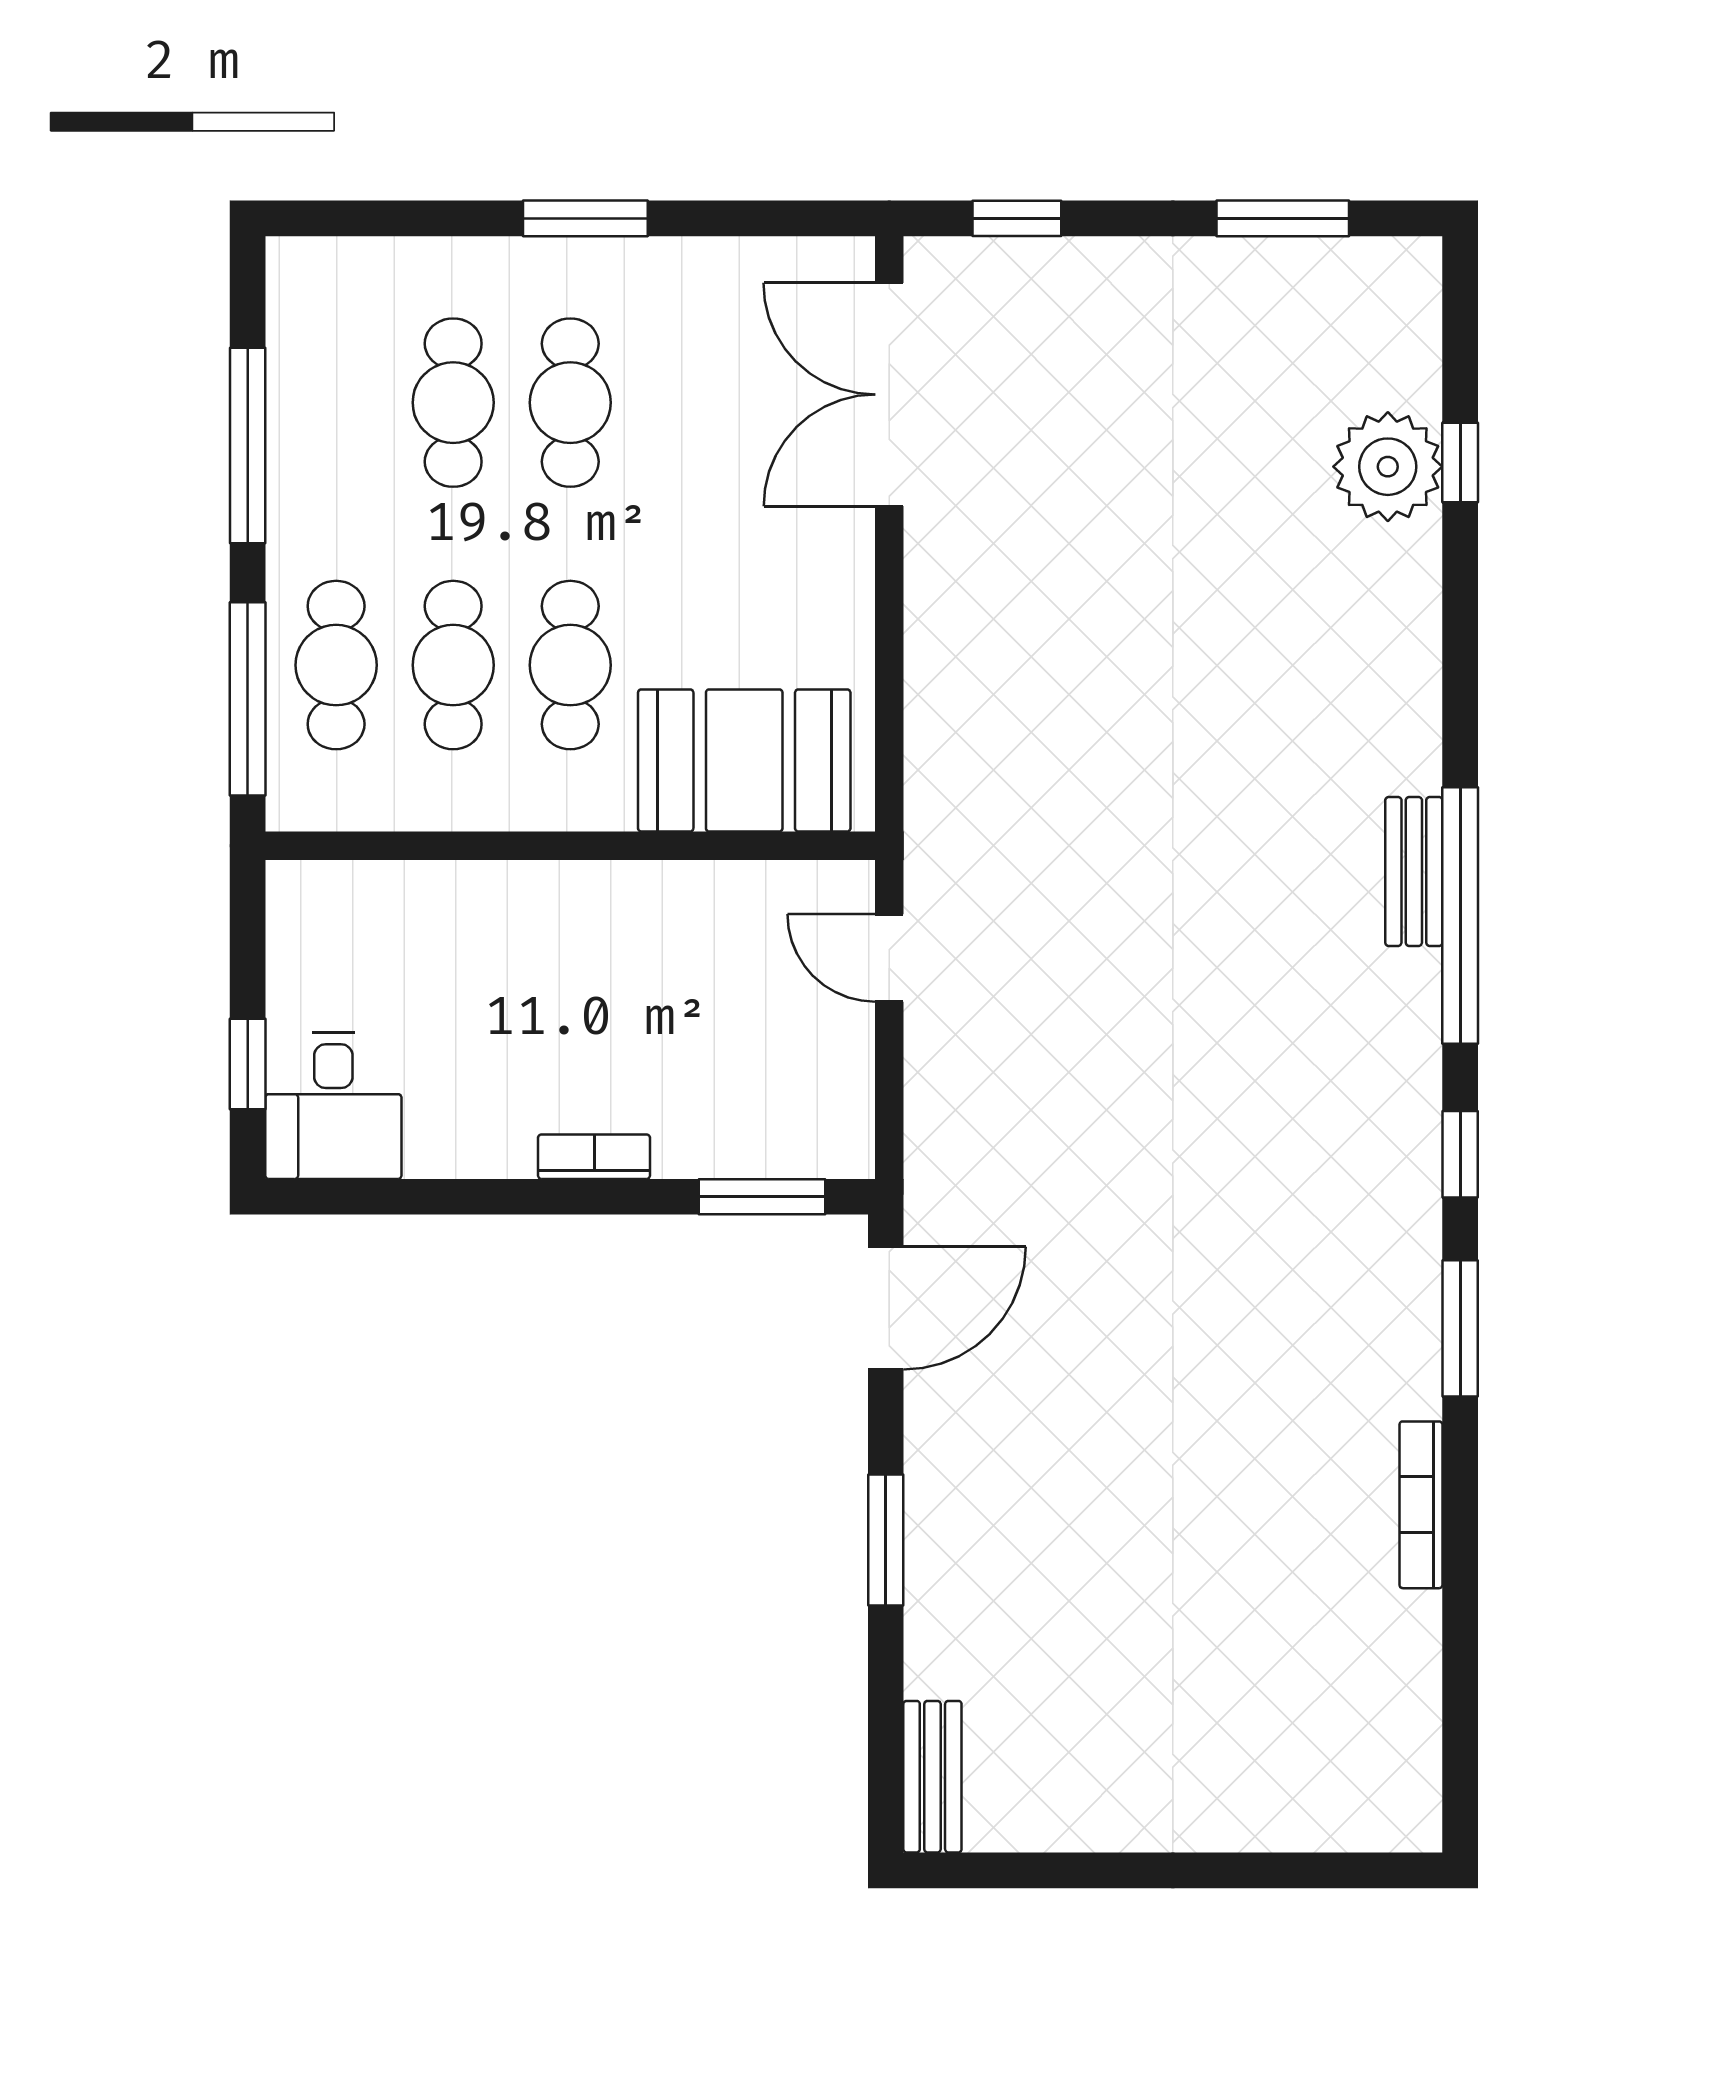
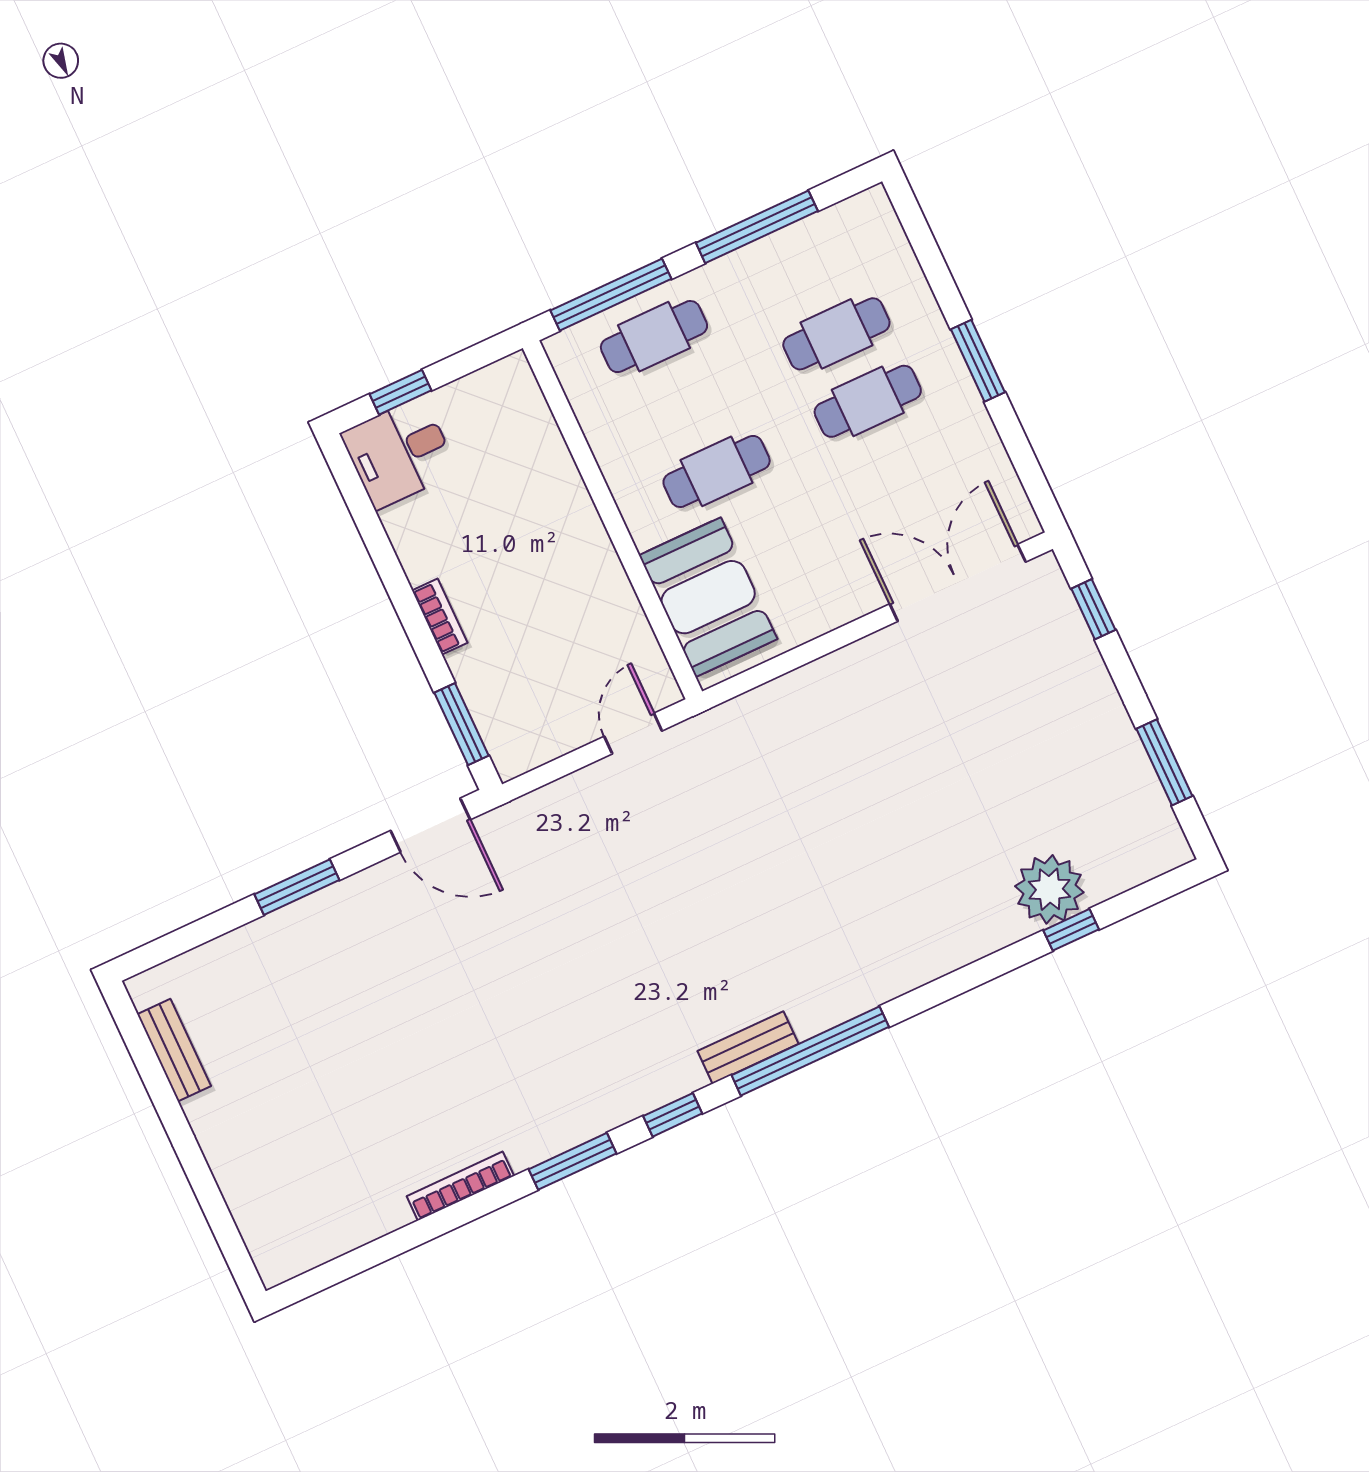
cafe table: (453, 665) -> (685, 404), removed
bench: (1414, 871) -> (748, 1047), moved
bench: (932, 1777) -> (174, 1050), moved, turned 90

